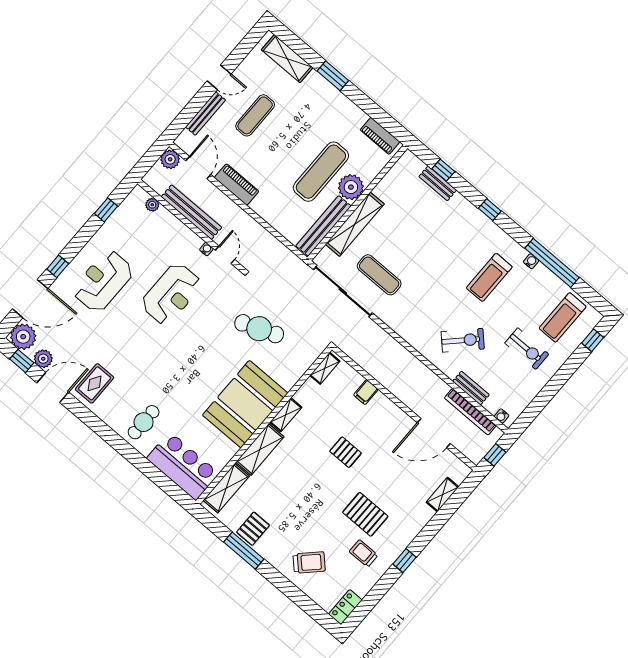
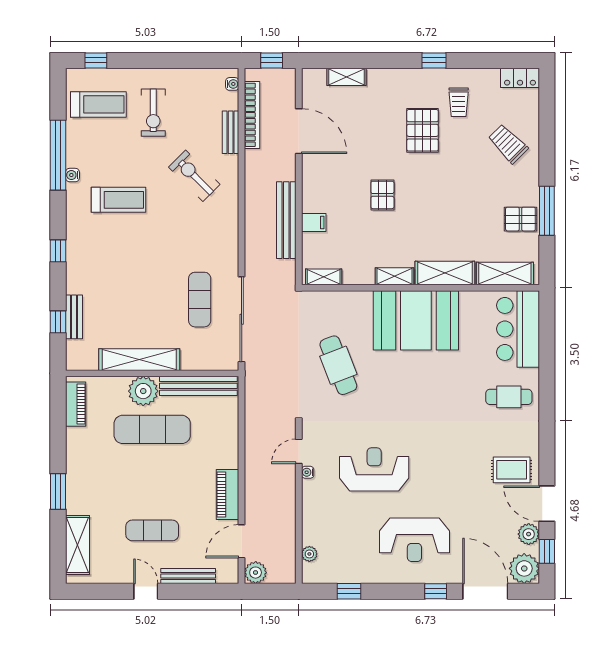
bench: (191, 212) -> (286, 220), moved
shelving: (355, 224) -> (139, 360), moved
exercise bike: (527, 349) -> (153, 113), turned 180

